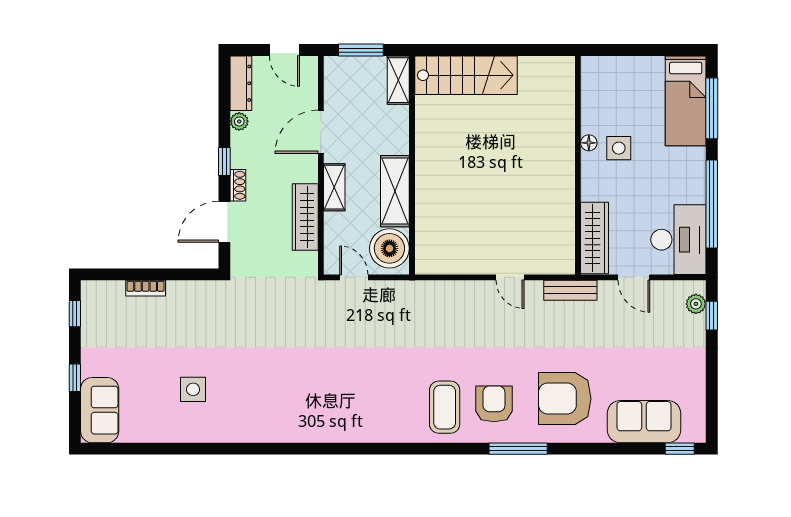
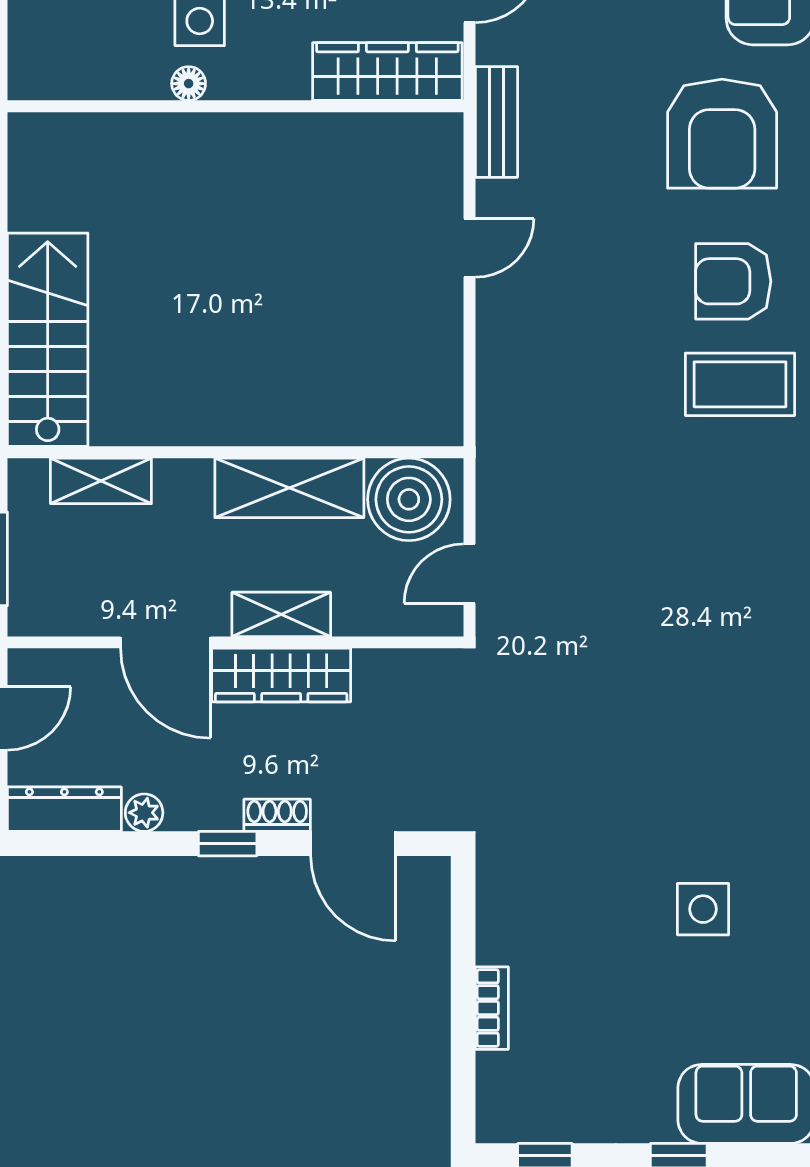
shelving: (398, 80) -> (101, 481), moved
wardrobe: (305, 217) -> (281, 675), moved

